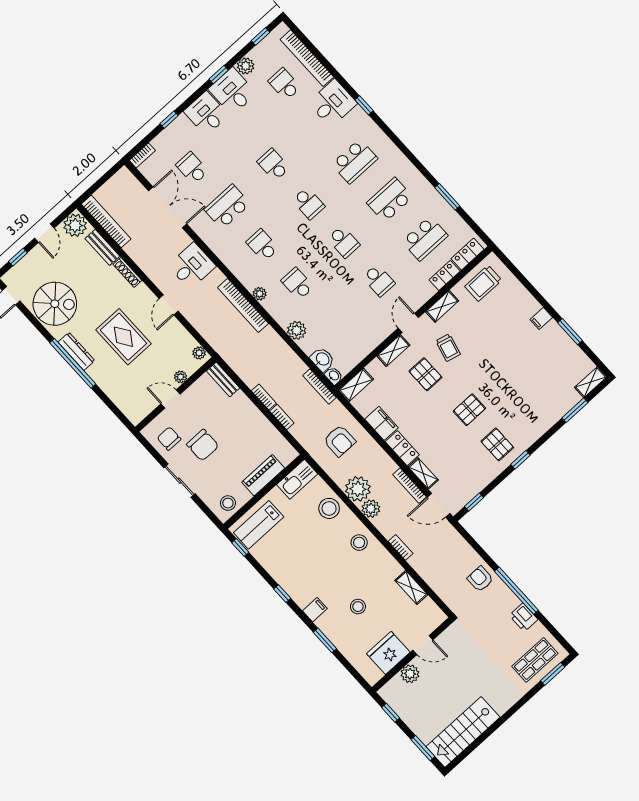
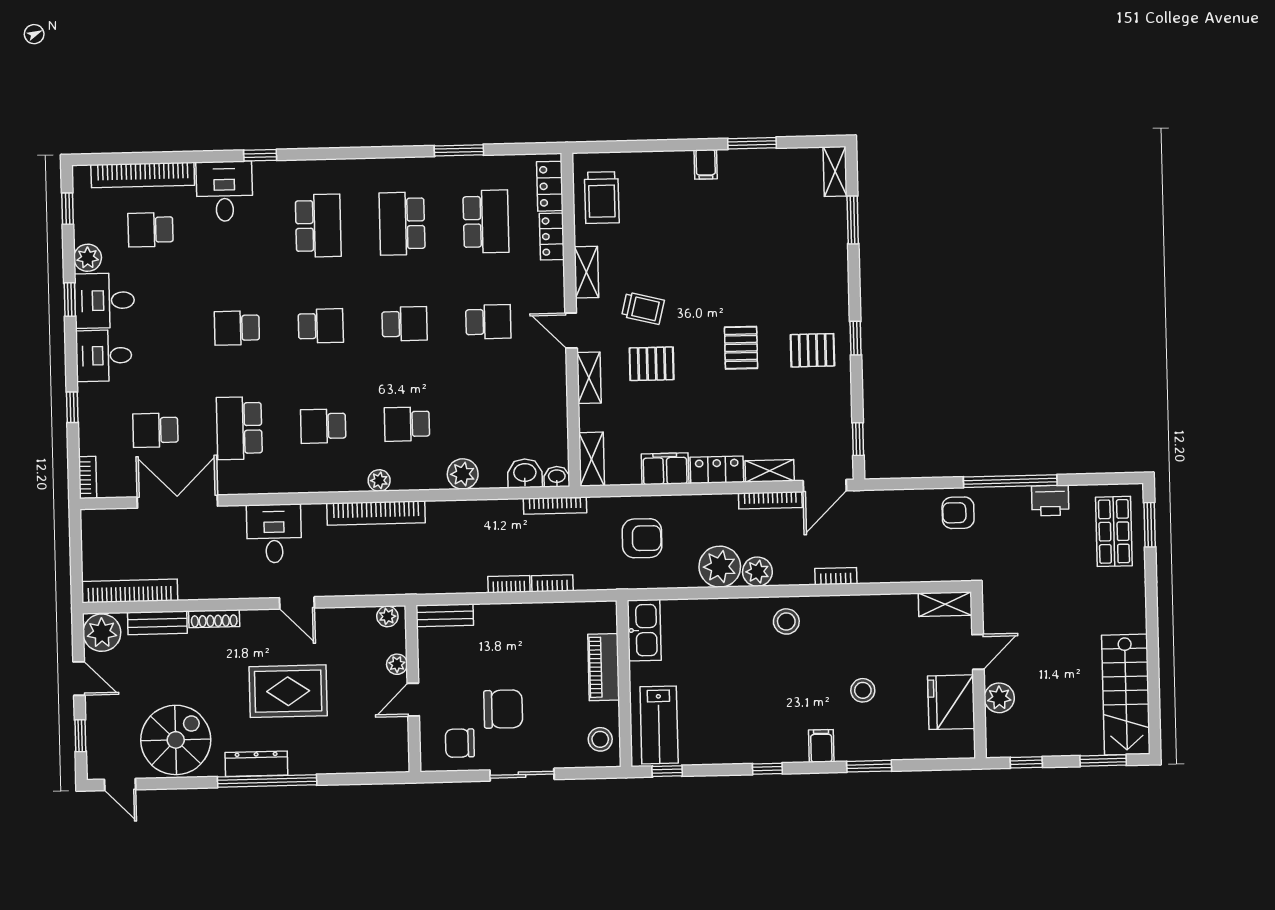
stool: (329, 508) -> (713, 622), removed
shelving: (411, 587) -> (945, 604), moved

